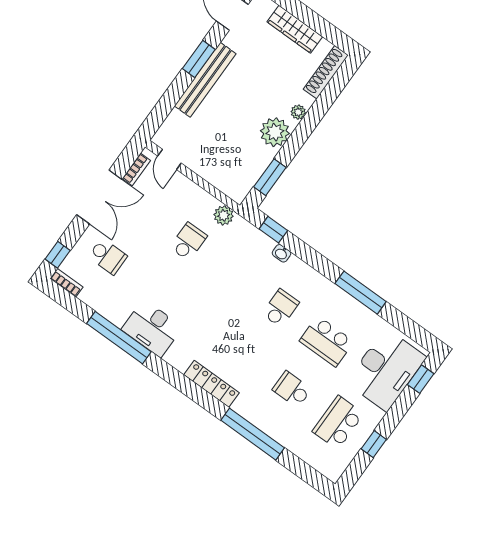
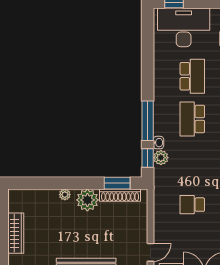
shoe rack: (326, 72) -> (120, 195), moved
plant: (224, 215) -> (161, 158), moved
window: (361, 293) -> (148, 121), moved
school desk: (281, 308) -> (192, 119), width x1.85

